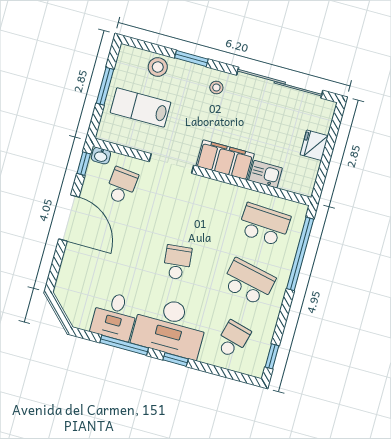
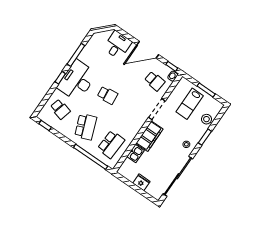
lab bench: (140, 107) -> (190, 104), turned 180
school desk: (249, 282) -> (86, 127), turned -33
desk: (115, 316) -> (117, 45), moved, turned 90

